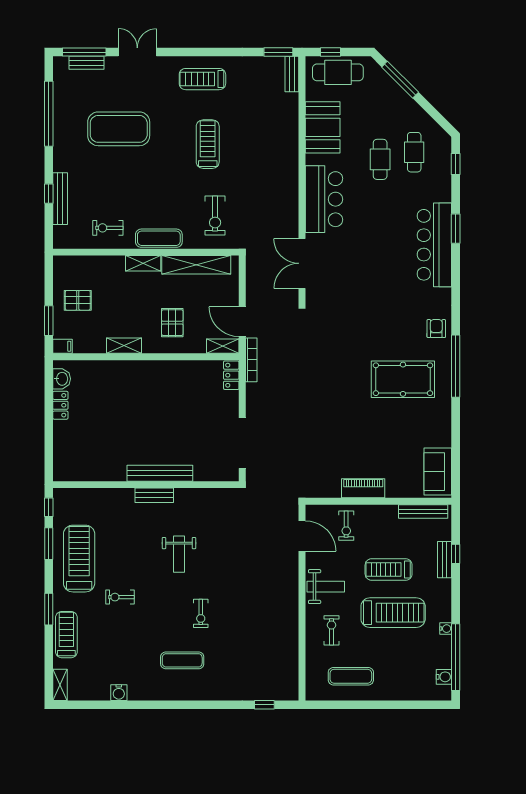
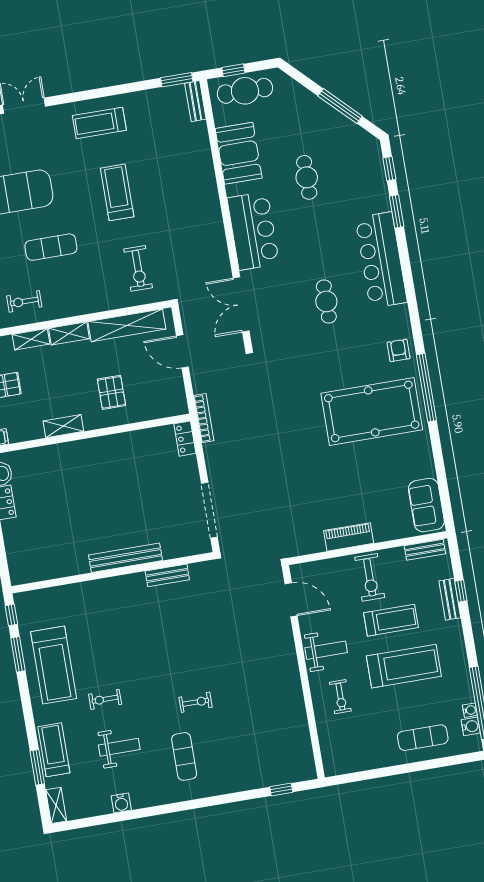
window: (400, 80) -> (340, 106), moved
cafe table: (414, 152) -> (326, 301), moved
window: (456, 229) -> (397, 211), moved
exercise mat: (159, 238) -> (51, 247), moved
door: (242, 322) -> (182, 351), moved
shelving: (223, 346) -> (31, 339), moved
pool table: (403, 379) -> (372, 411), width x1.36, depth x1.32
bench: (154, 495) -> (167, 575), moved
bench: (423, 511) -> (425, 550), width x0.73
exercise bike: (346, 526) -> (370, 577), moved, width x1.38, depth x1.39
weight bench: (179, 554) -> (119, 747), moved, turned -90
treadmill: (79, 559) -> (54, 665), turned 180
treadmill: (389, 569) -> (391, 620), turned 180
window: (49, 609) -> (37, 767), moved
exercise bike: (201, 613) -> (196, 702), turned -90
water cooler: (446, 629) -> (470, 710), moved
exercise bike: (331, 630) -> (340, 697), turned 180
exercise mat: (182, 660) -> (184, 756), turned 90
exercise mat: (351, 676) -> (423, 738), moved

